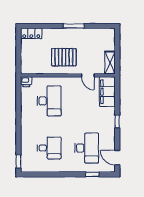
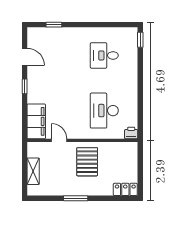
pallet: (64, 57) -> (87, 162), turned 90
shelving: (110, 63) -> (33, 171), moved
desk: (87, 148) -> (61, 55), removed
door: (117, 158) -> (25, 57), moved

